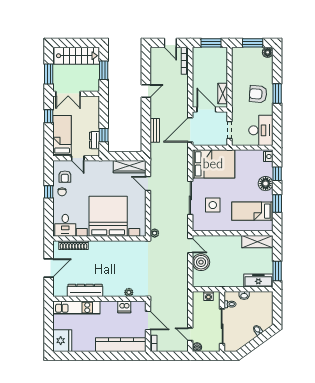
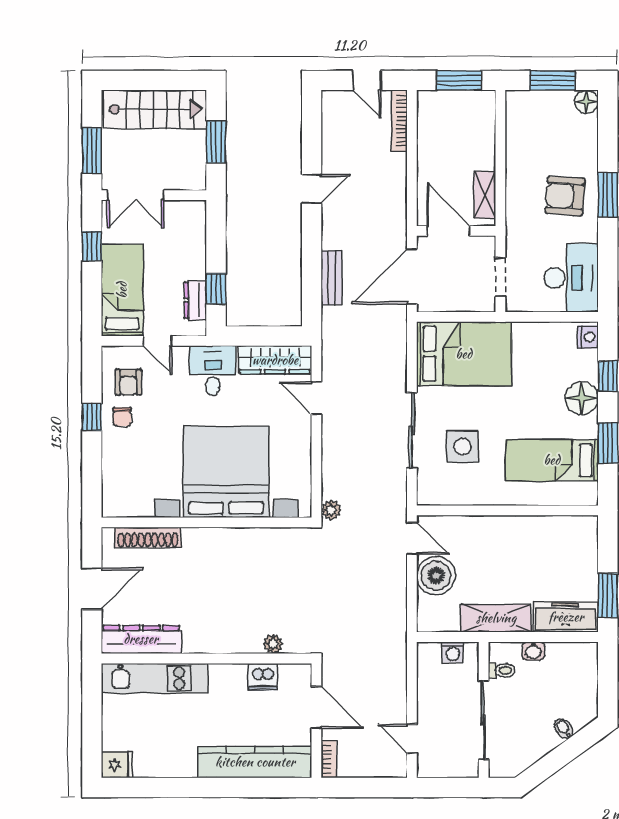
desk: (65, 225) -> (213, 371), moved, turned 180
shelving: (257, 242) -> (496, 618), moved
dresser: (85, 290) -> (141, 639), moved
fridge: (62, 341) -> (117, 765), width x0.53, depth x0.75
boiler: (197, 347) -> (427, 768), removed

